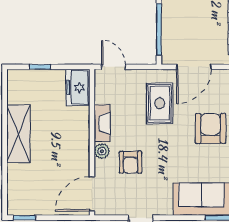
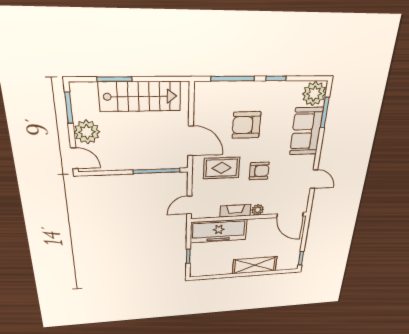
freezer: (78, 87) -> (219, 231), width x1.91, depth x1.26
shelving: (18, 134) -> (255, 265), moved
armchair: (131, 162) -> (259, 171), moved

